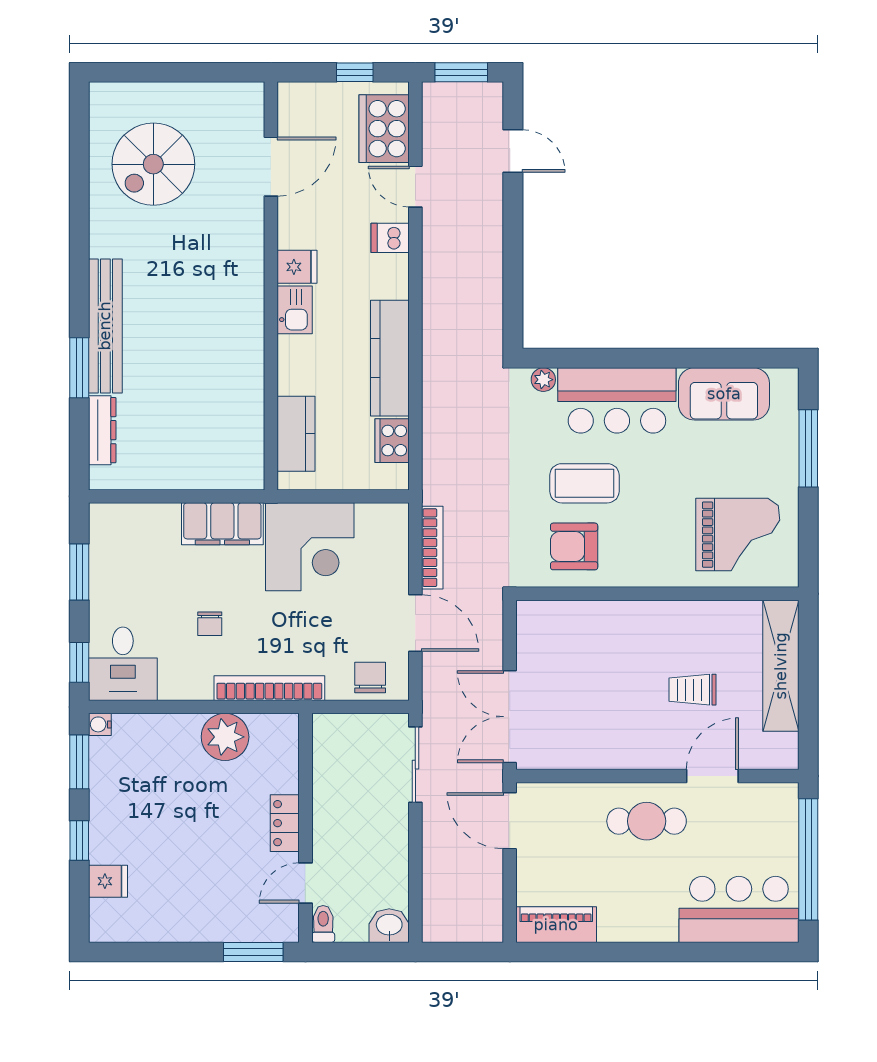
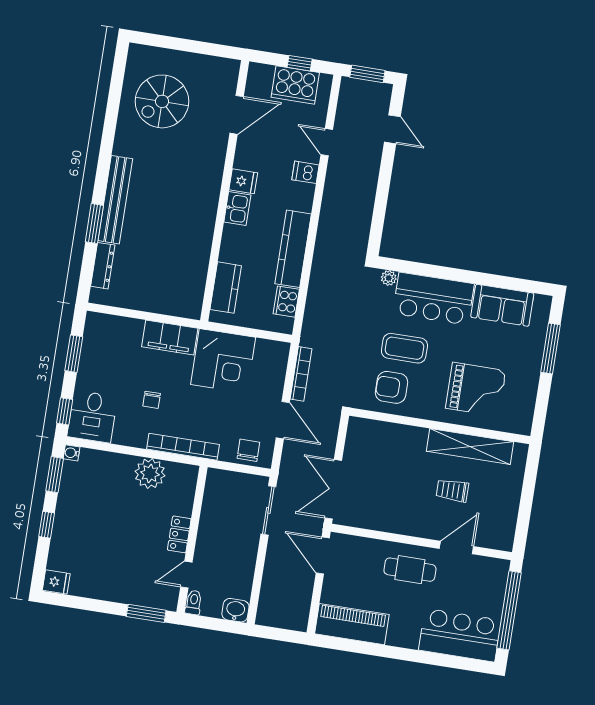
cooker: (384, 129) -> (295, 85), moved, turned -90
grand piano: (738, 535) -> (476, 389), moved
shelving: (781, 666) -> (470, 447), moved, turned 90
fridge: (108, 881) -> (56, 582), moved
piano: (556, 925) -> (352, 624), width x1.37, depth x1.33

